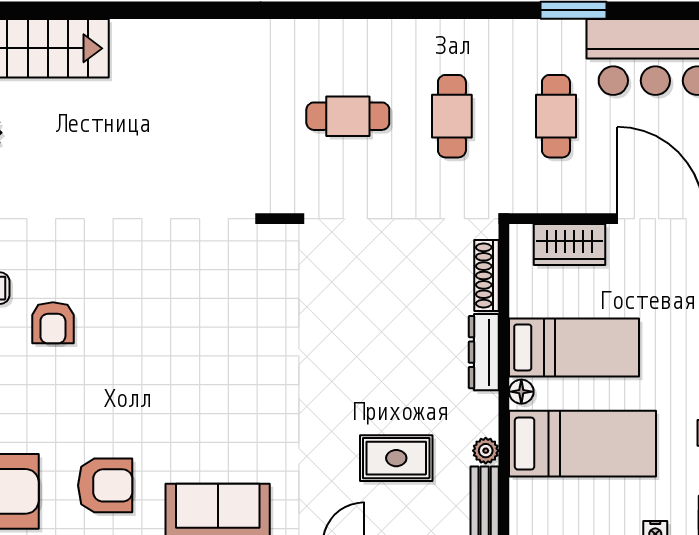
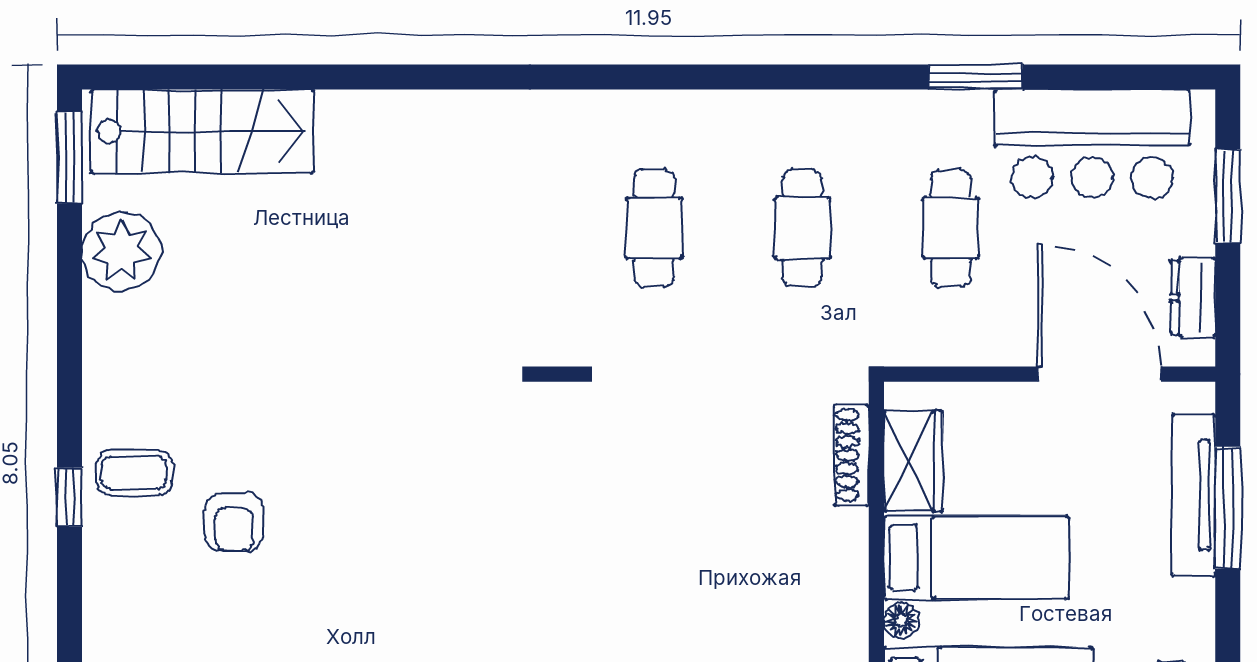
cafe table: (348, 116) -> (654, 228), turned 90
wardrobe: (569, 245) -> (913, 461), moved, turned -90
dresser: (484, 352) -> (848, 564), removed

